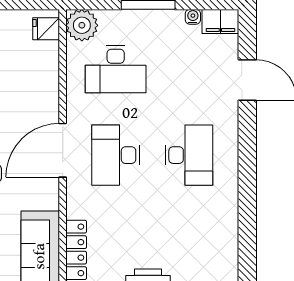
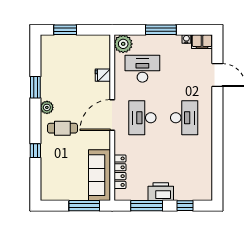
fridge: (46, 29) -> (103, 75), moved
desk: (116, 69) -> (142, 69), turned 180

